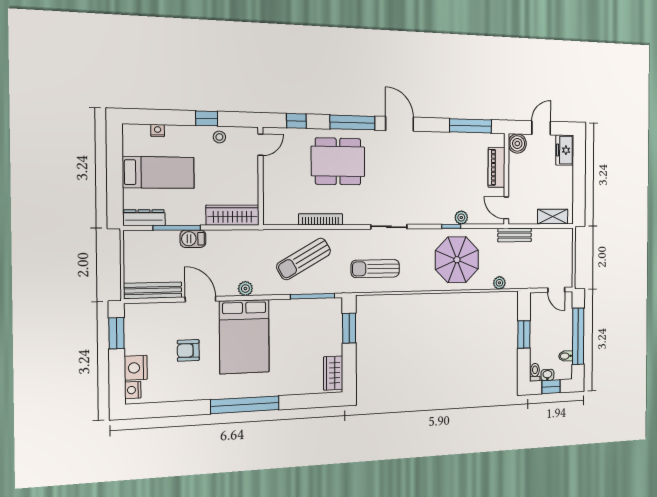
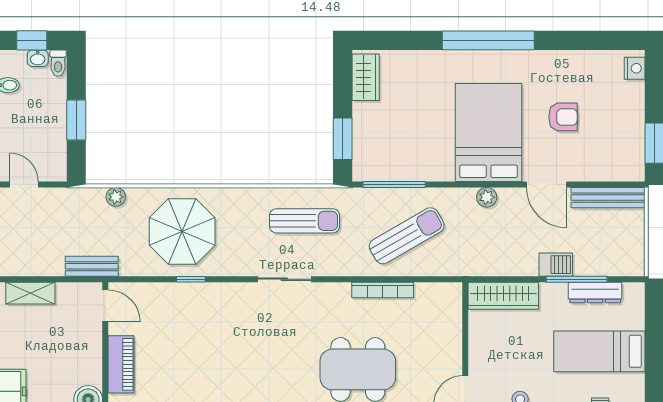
dresser: (144, 218) -> (595, 292), moved
plant: (461, 218) -> (176, 292), removed
nightstand: (136, 368) -> (631, 97), removed

